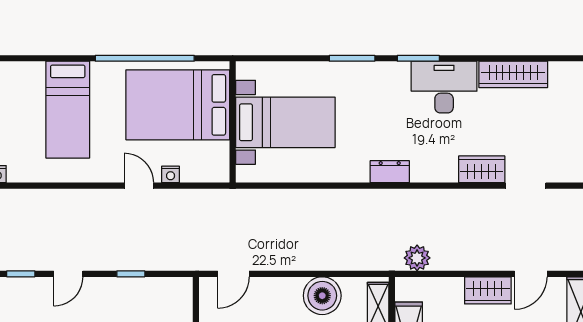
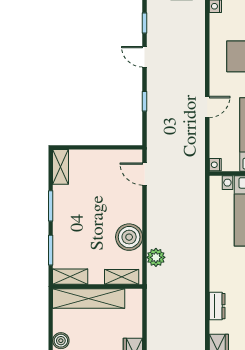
dresser: (390, 172) -> (217, 306), moved
nightstand: (171, 174) -> (215, 165), moved
plant: (417, 258) -> (156, 257), moved

